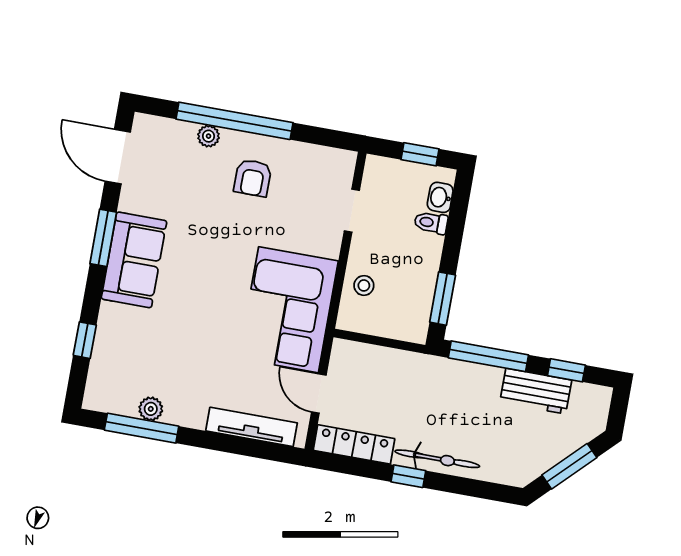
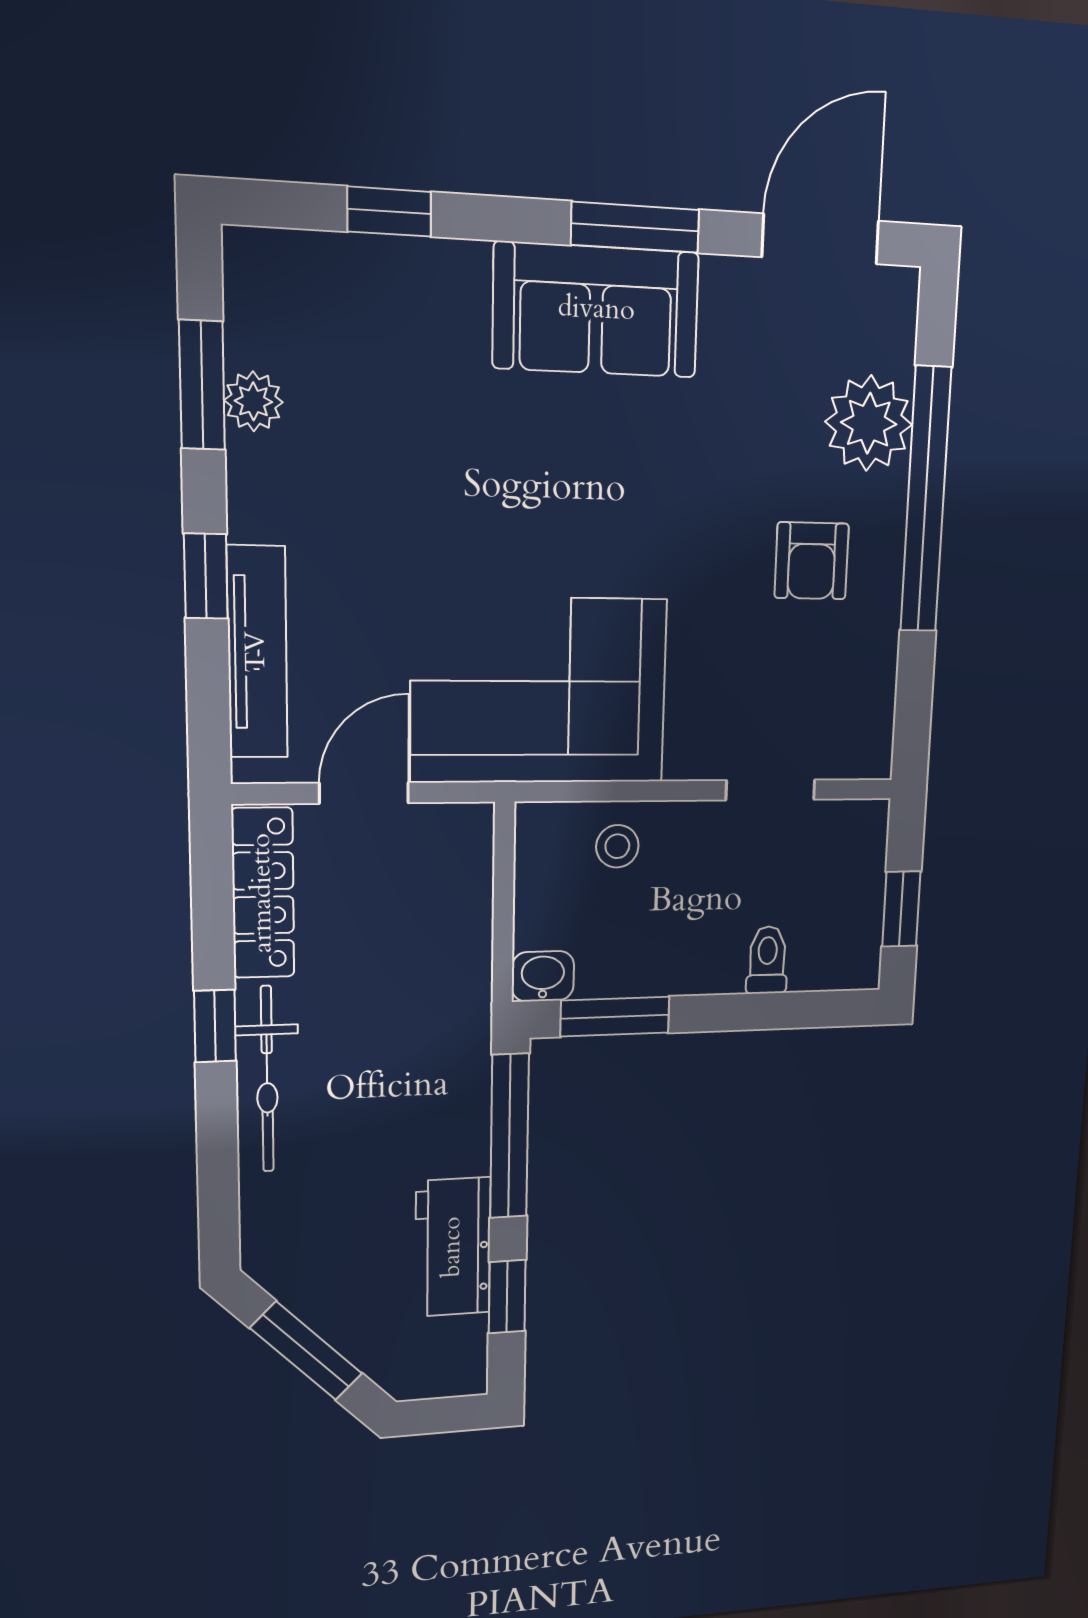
plant: (209, 136) -> (869, 423), width x1.87, depth x1.87
armchair: (253, 178) -> (812, 561), turned -90
washbasin: (440, 197) -> (543, 976), moved
window: (142, 428) -> (202, 385), width x0.69
window: (217, 442) -> (206, 576), added

